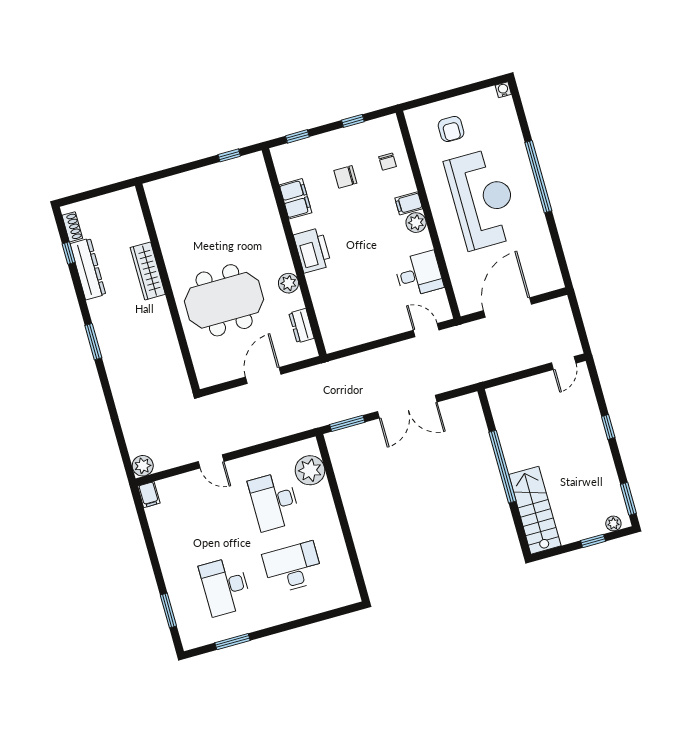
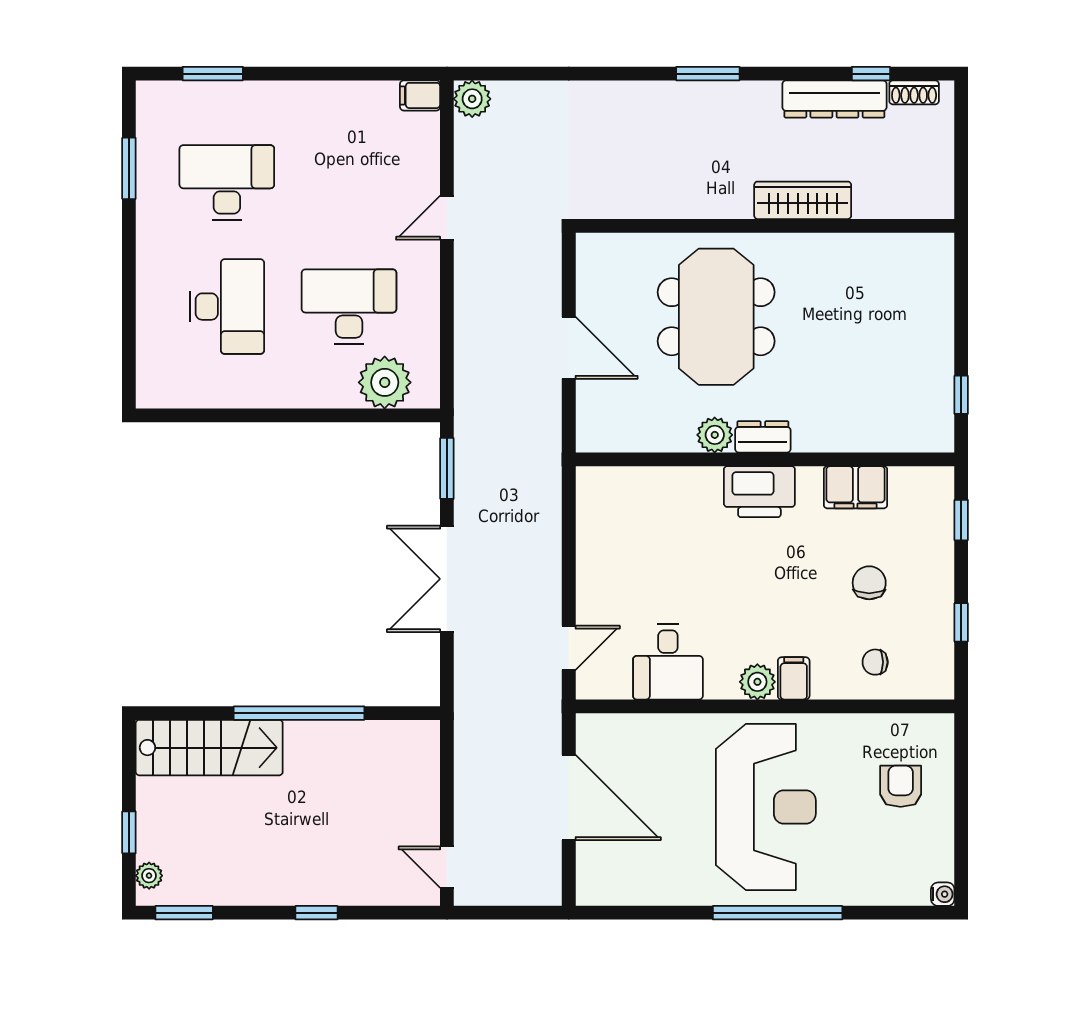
armchair: (451, 129) -> (901, 786), turned 90
reception desk: (483, 199) -> (766, 807), turned -90
dresser: (301, 326) -> (763, 437), moved

